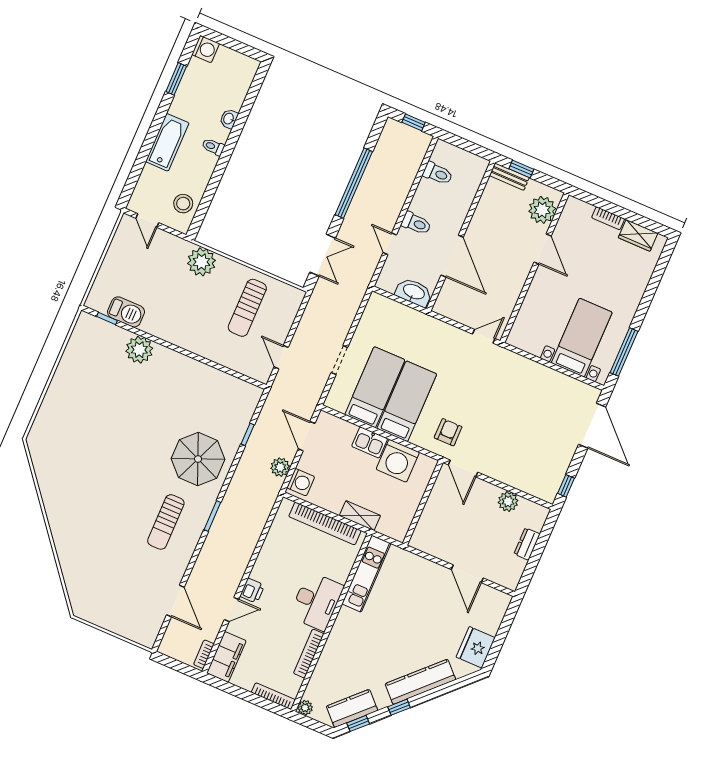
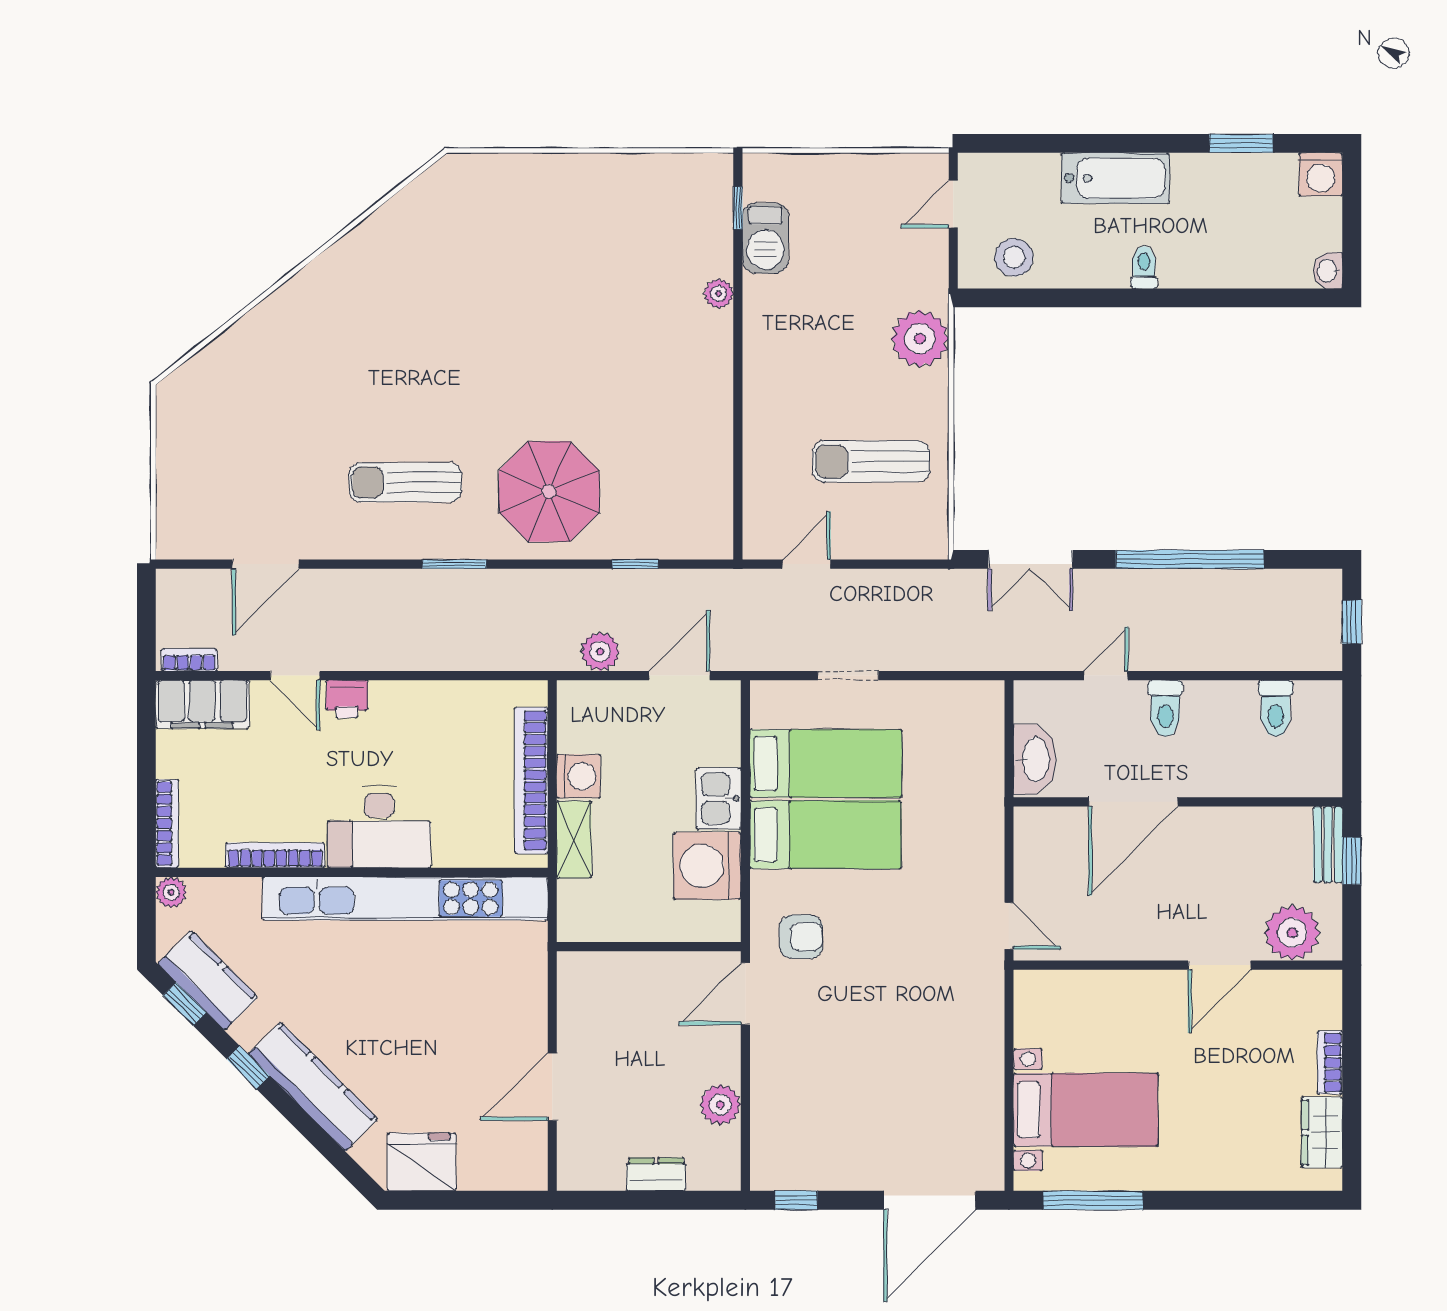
washbasin: (229, 119) -> (1328, 271), moved, turned -90
plant: (139, 350) -> (719, 294), width x0.53, depth x0.53
washing machine: (301, 482) -> (579, 776), moved, turned -90
kitchen unit: (366, 574) -> (405, 898), width x1.86

